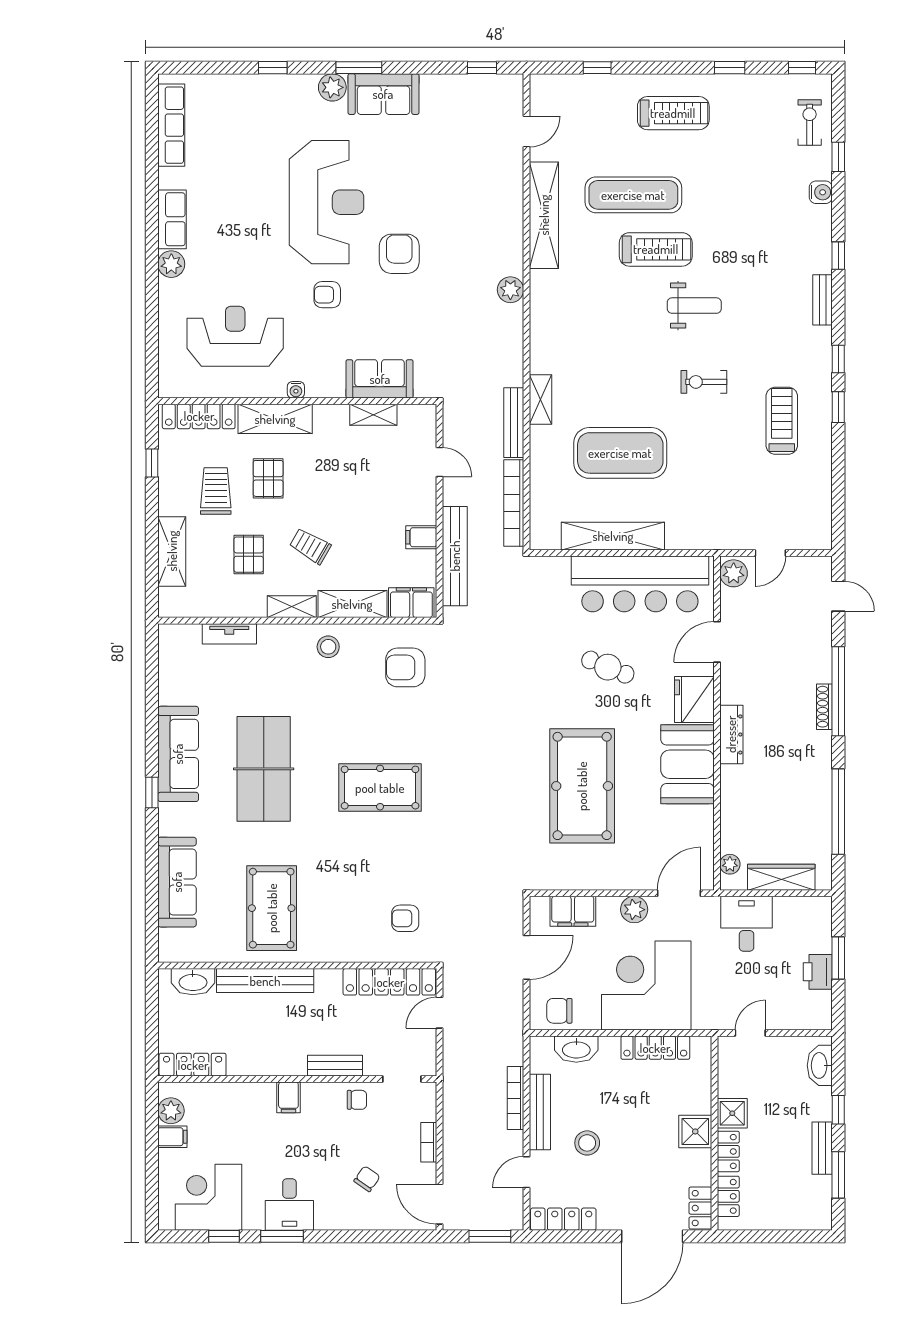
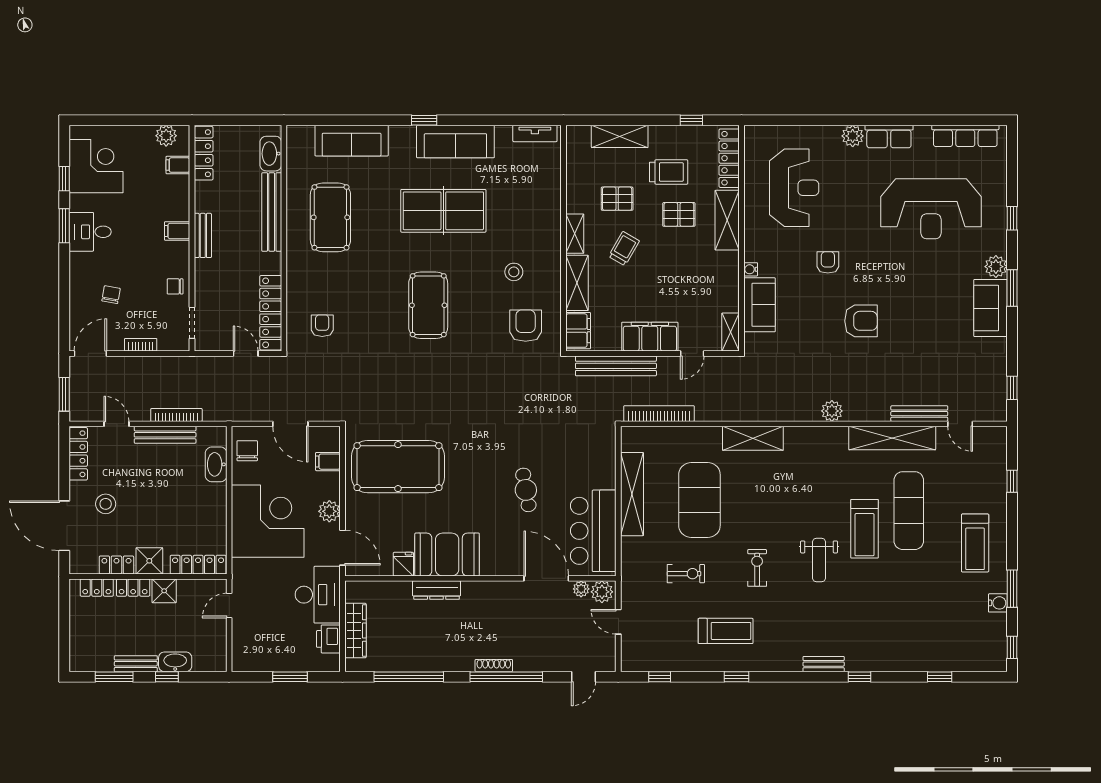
window: (730, 68) -> (1012, 589), width x1.50
exercise bike: (810, 123) -> (686, 574), moved
water cooler: (821, 192) -> (998, 603), moved, turned -90
reception desk: (327, 202) -> (931, 209), moved
window: (838, 359) -> (660, 677), moved
water cooler: (296, 390) -> (751, 269), moved
shelving: (540, 399) -> (753, 438), width x1.50, depth x1.33
shelving: (373, 415) -> (731, 332), moved
bench: (514, 423) -> (919, 414), moved
filing cabinet: (421, 537) -> (650, 337), width x3.00, depth x1.17
bar counter: (640, 584) -> (593, 531), width x0.73
tv unit: (229, 634) -> (535, 133), moved, turned -90
door: (717, 642) -> (546, 578), width x1.36
stool: (328, 647) -> (514, 272), moved
cafe table: (608, 667) -> (526, 490), turned -32
fridge: (694, 699) -> (403, 564), moved, width x0.53, depth x0.75
dresser: (731, 734) -> (437, 590), moved
pool table: (582, 786) -> (398, 467), moved
plant: (730, 864) -> (581, 589), moved
pool table: (272, 908) -> (330, 217), turned 90
filing cabinet: (573, 911) -> (328, 462), width x0.50
desk: (747, 924) -> (318, 595), width x1.37
printer: (818, 972) -> (328, 639), moved, turned -90
door: (750, 1033) -> (229, 605), swing flipped
locker: (655, 1048) -> (198, 565), moved, turned 90
washbasin: (820, 1065) -> (175, 662), moved
bench: (335, 1066) -> (203, 235), moved
chair: (357, 1100) -> (175, 286), turned 90
filing cabinet: (172, 1137) -> (178, 165), moved, turned 90
stool: (587, 1143) -> (106, 504), moved
chair: (367, 1179) -> (111, 295), turned -115
locker: (700, 1208) -> (116, 565), moved

